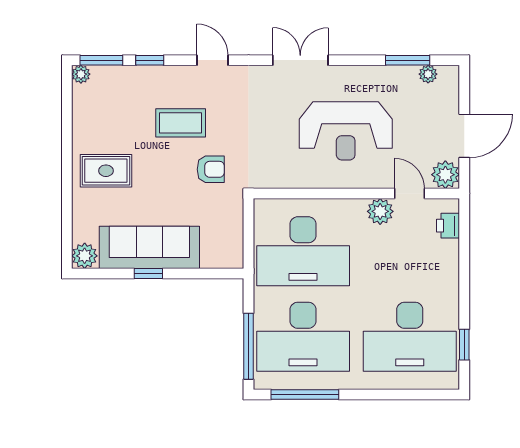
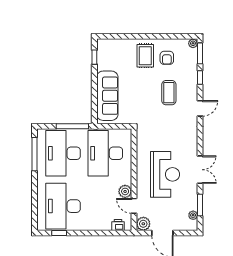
double door: (300, 60) -> (200, 170), moved
reception desk: (346, 131) -> (165, 174), turned 180
armchair: (211, 169) -> (167, 58), moved
door: (409, 193) -> (134, 206), swing flipped
sofa: (149, 247) -> (107, 96), moved
plant: (85, 256) -> (103, 45), removed
window: (148, 273) -> (94, 57), moved
window: (249, 346) -> (72, 126), moved

